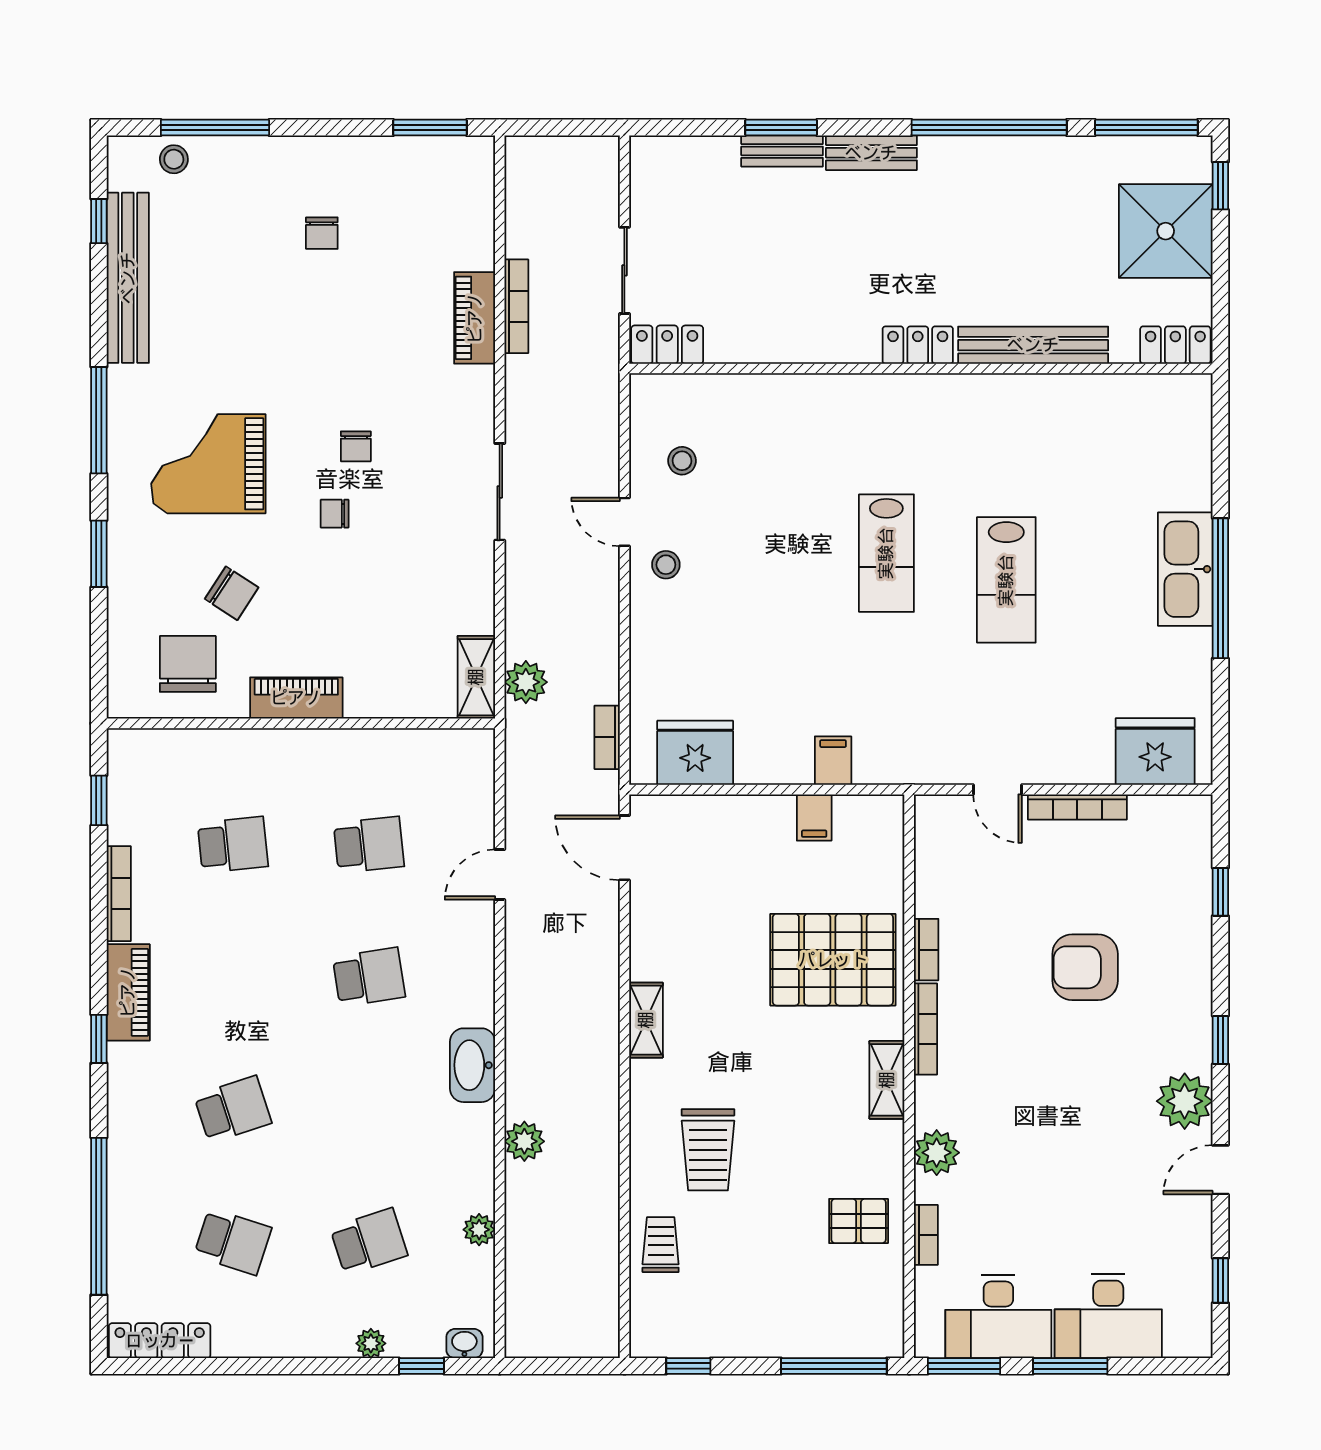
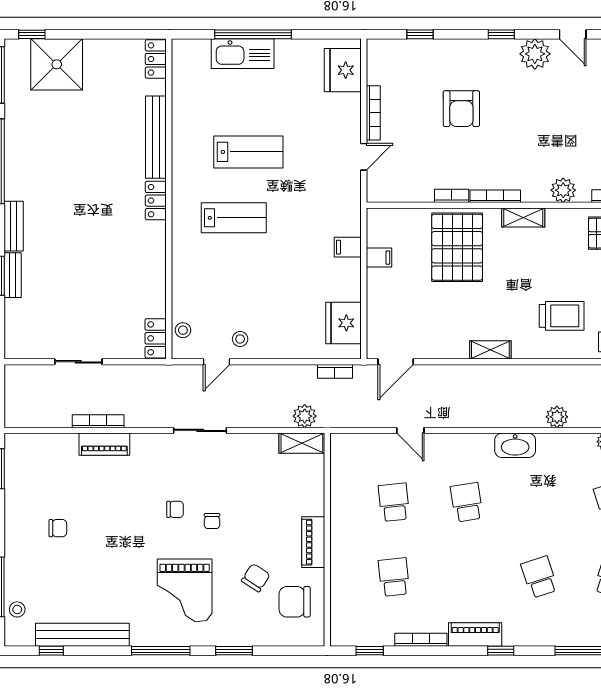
locker: (667, 345) -> (156, 338), moved
locker: (918, 345) -> (156, 201), moved
bench: (1033, 345) -> (156, 137), moved
locker: (1175, 345) -> (156, 59), moved
wall: (921, 369) -> (169, 199), moved

